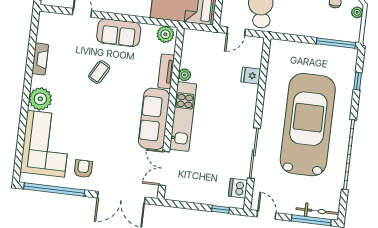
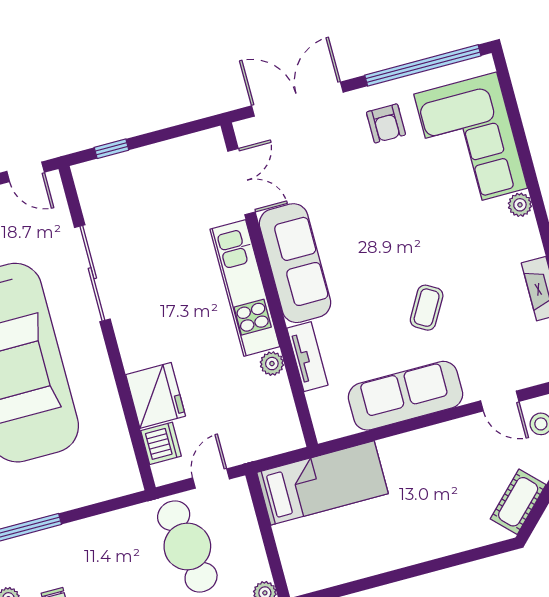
sofa: (119, 33) -> (405, 396), width x1.36
plant: (165, 34) -> (335, 422), removed
fridge: (251, 76) -> (156, 395), width x1.88, depth x1.34
plant: (40, 99) -> (520, 205), width x0.53, depth x0.53
dishwasher: (238, 188) -> (161, 443), moved

